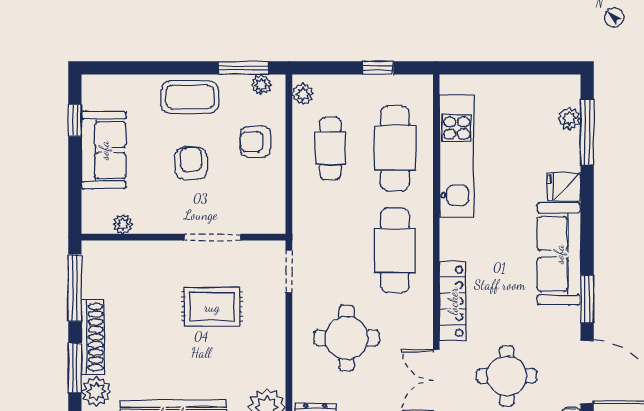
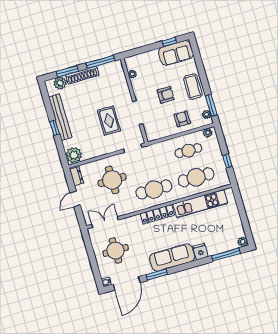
plant: (569, 119) -> (243, 242), moved
sofa: (104, 150) -> (176, 53), moved
locker: (453, 301) -> (157, 214), moved

